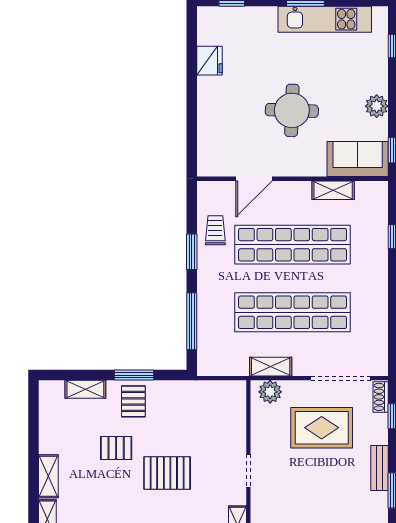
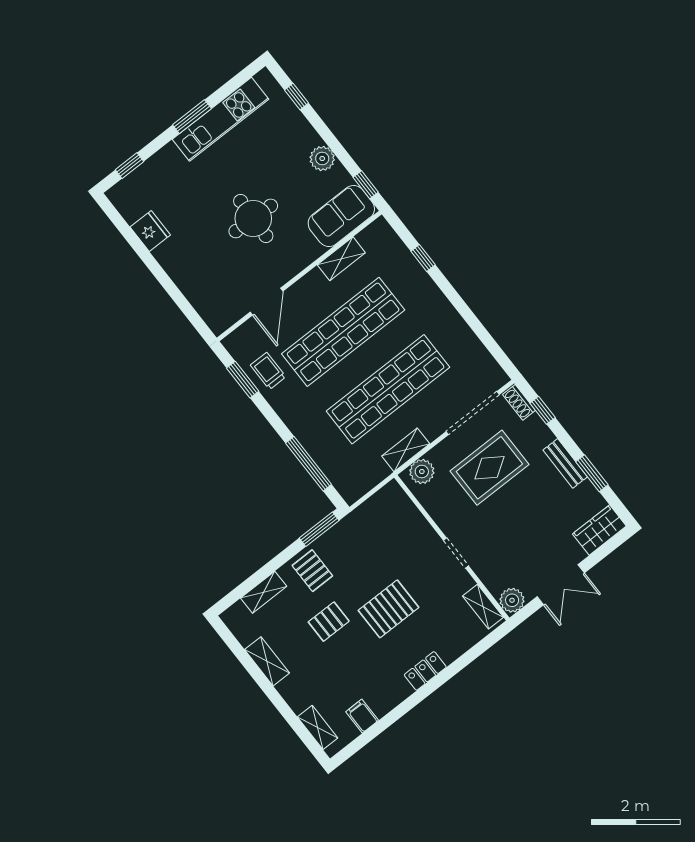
window: (192, 252) -> (243, 380), moved
window: (134, 375) -> (319, 529), moved
shelving: (48, 476) -> (267, 661), moved

